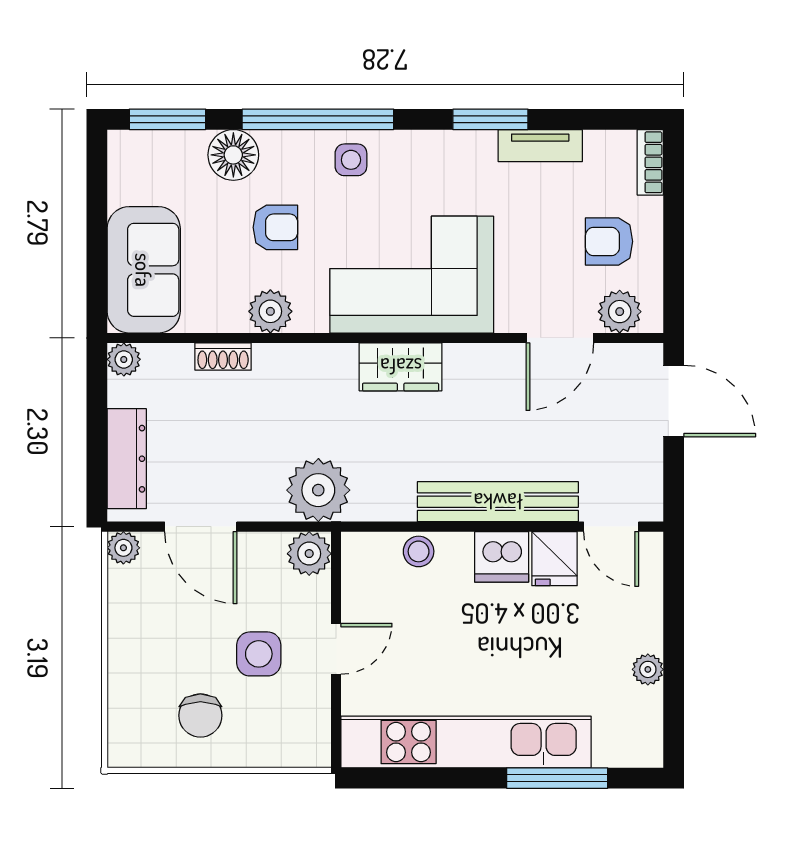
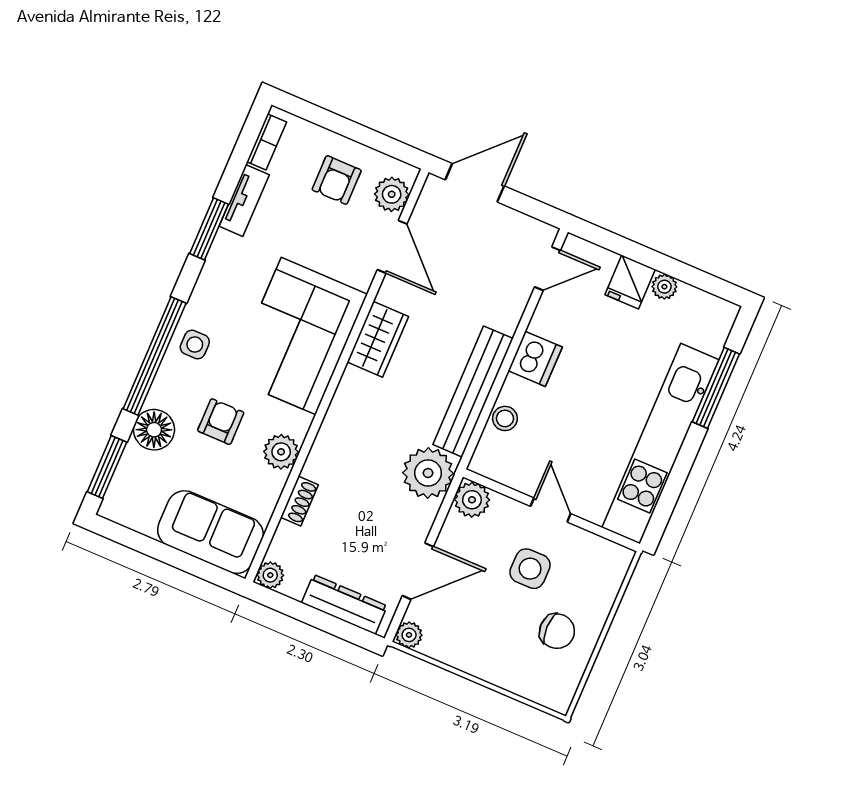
bookcase: (650, 162) -> (267, 142), moved, turned -90
wardrobe: (401, 367) -> (378, 339), moved
bench: (498, 502) -> (473, 392), moved
fridge: (555, 559) -> (630, 282), moved, turned 90

